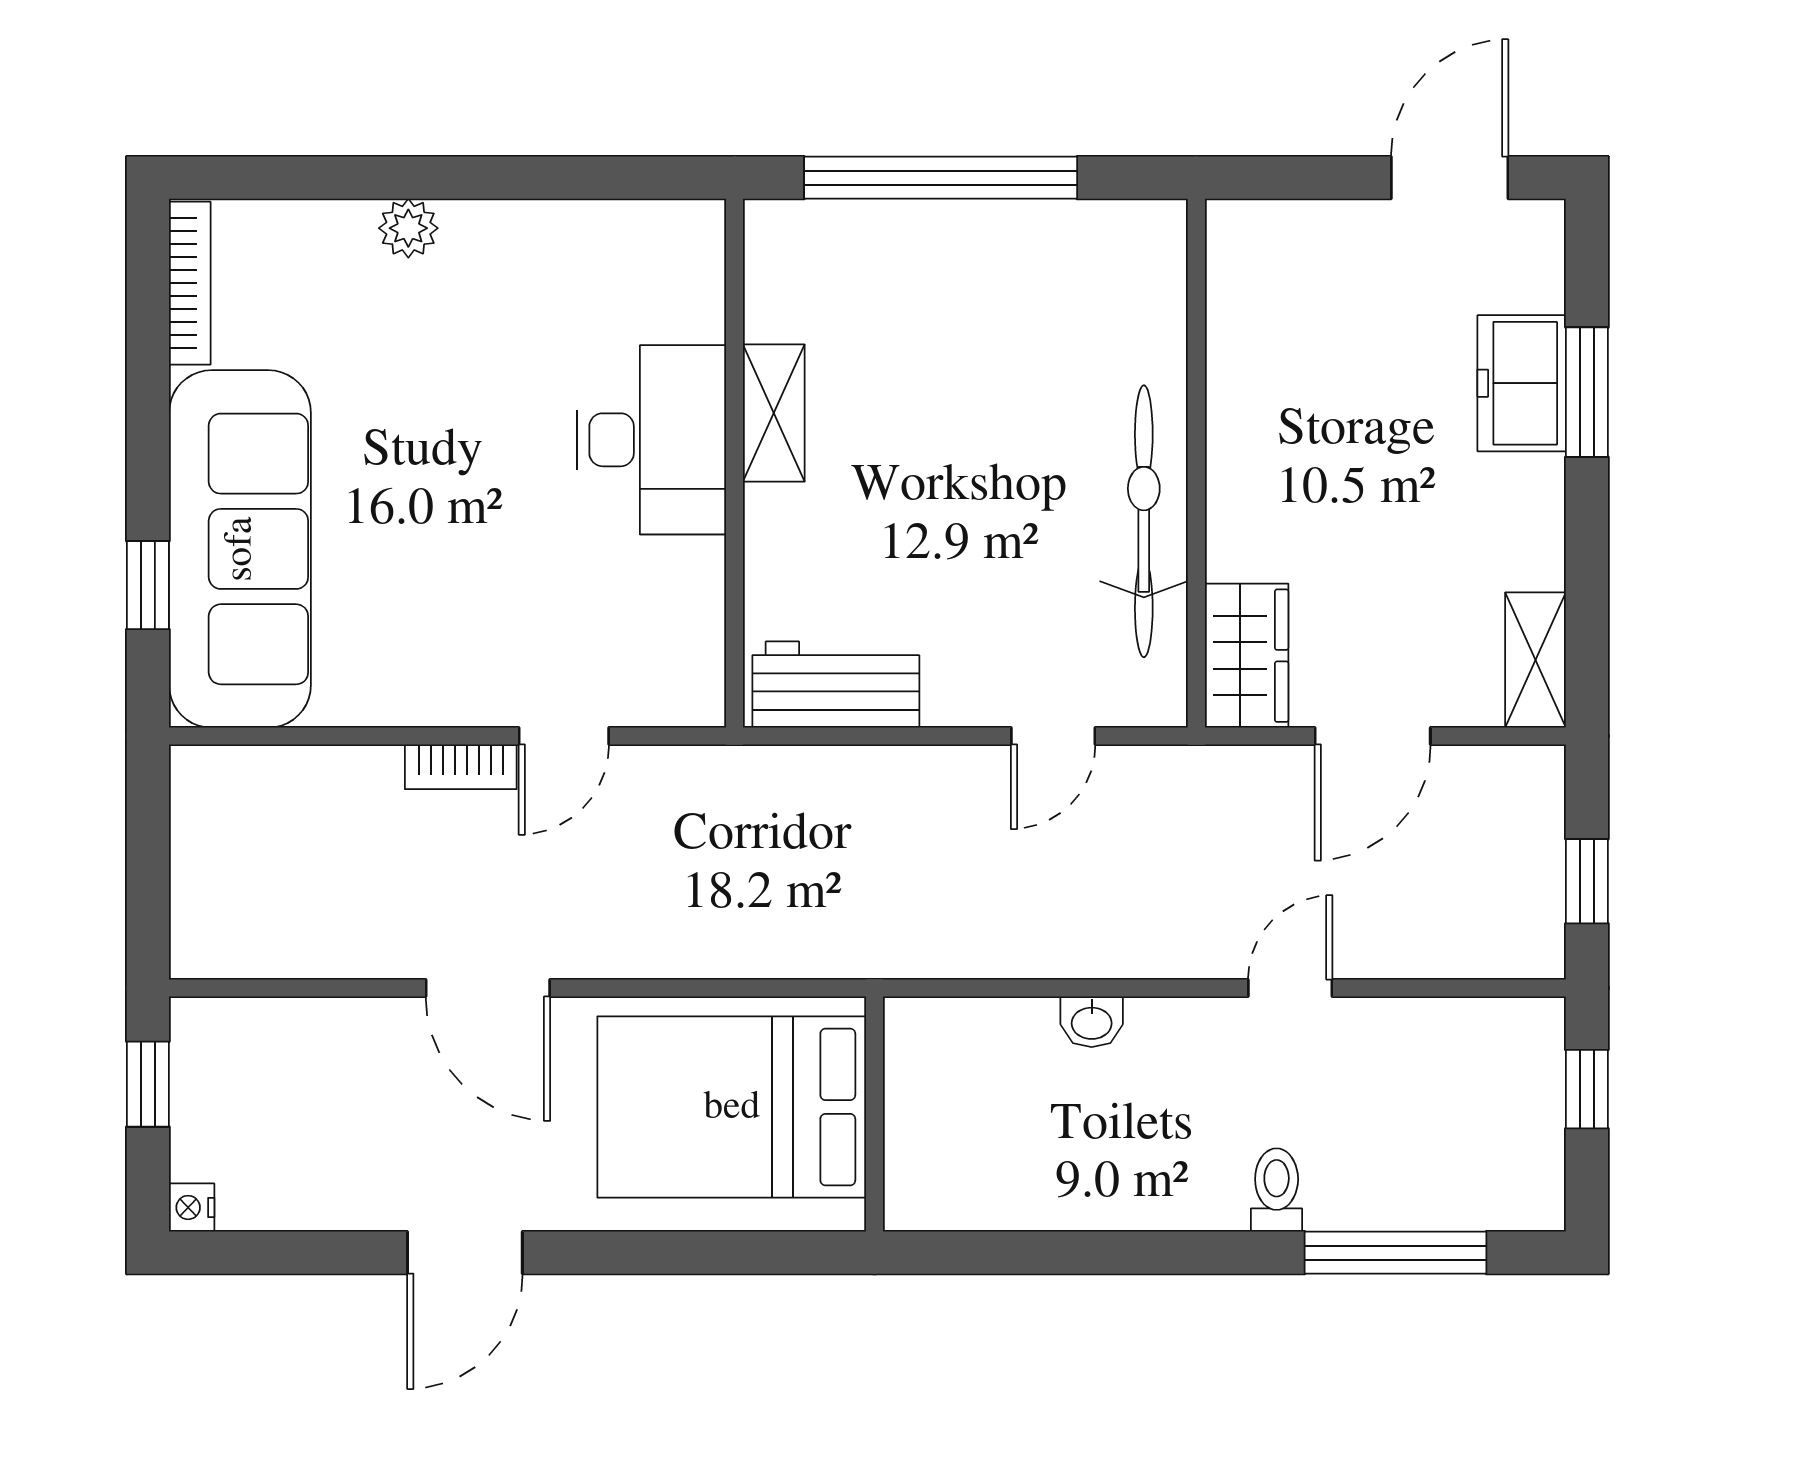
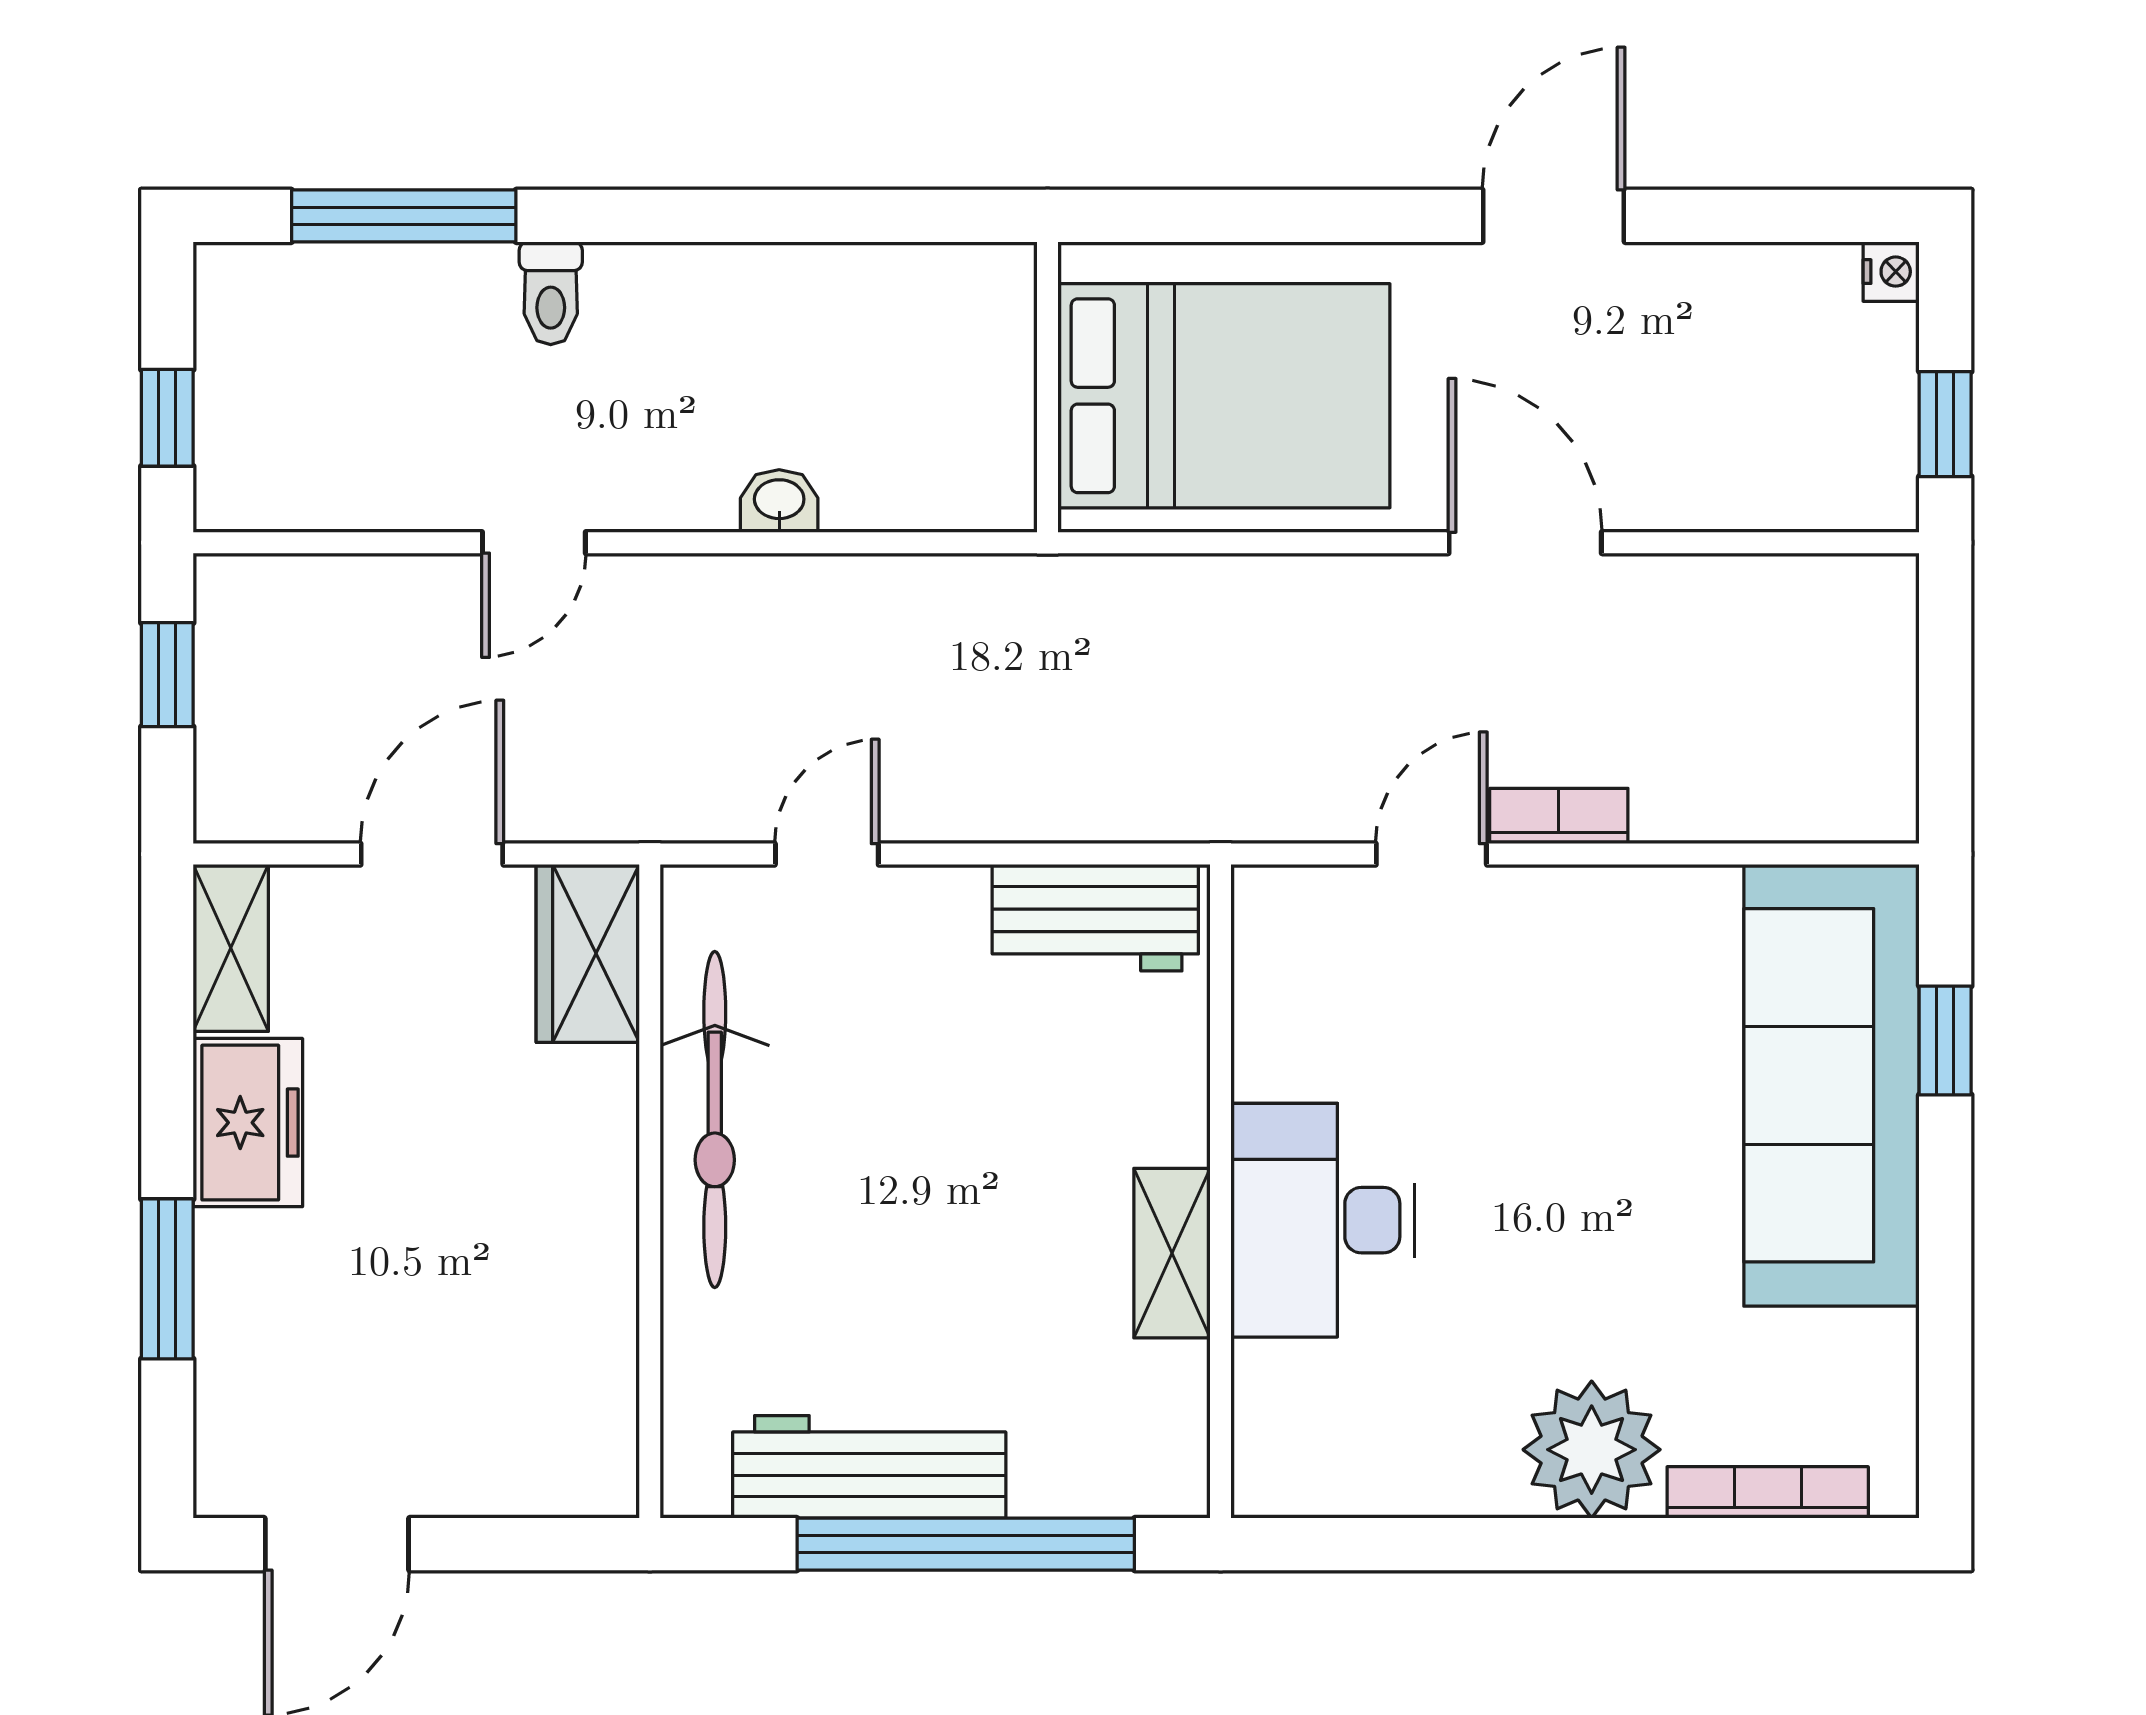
plant: (408, 228) -> (1592, 1450), width x1.88, depth x1.88
workbench: (1019, 240) -> (869, 1467), added
bookcase: (190, 283) -> (1768, 1492), moved, turned 90
freezer: (1522, 383) -> (248, 1123), moved

